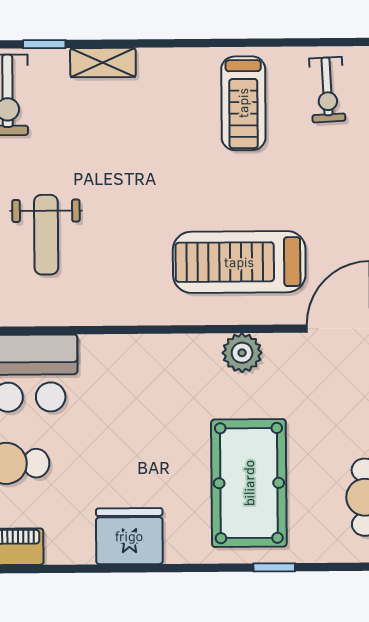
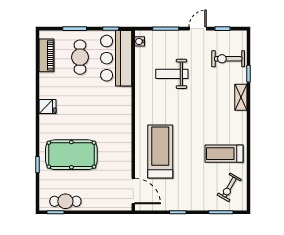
exercise bike: (327, 90) -> (229, 187), turned -57
plant: (242, 353) -> (124, 152), removed
fridge: (129, 536) -> (48, 107), width x0.53, depth x0.75

